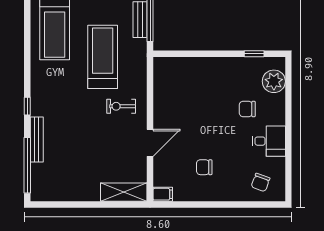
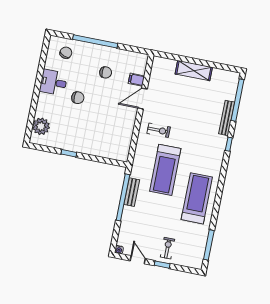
window: (254, 54) -> (69, 153), moved
chair: (247, 109) -> (78, 98), moved
shelving: (124, 192) -> (194, 71), moved
filing cabinet: (163, 194) -> (136, 80), moved
window: (226, 204) -> (95, 41), added

